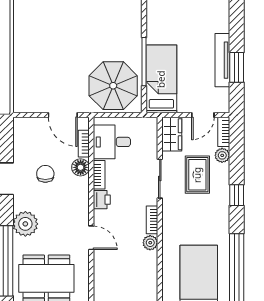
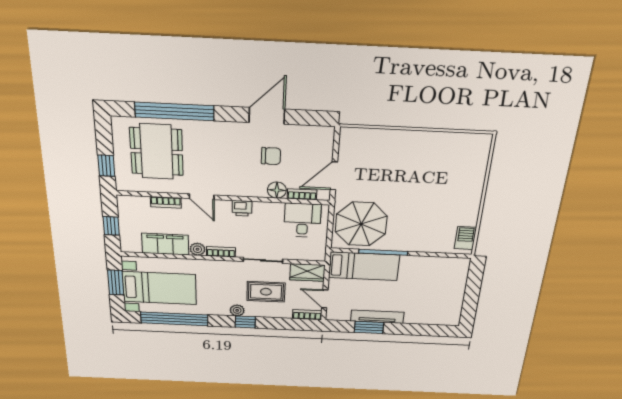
plant: (222, 155) -> (237, 310), moved
bookcase: (99, 175) -> (166, 202), moved
plant: (25, 224) -> (216, 133), removed
door: (91, 238) -> (202, 197), hinge flipped
filing cabinet: (146, 274) -> (165, 244), added

